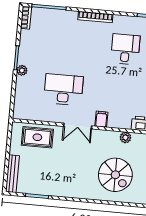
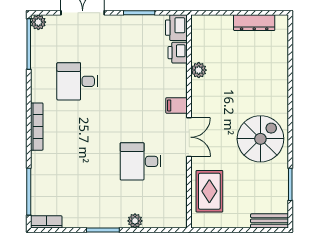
plant: (22, 70) -> (135, 221), moved
desk: (63, 90) -> (141, 161), width x0.73
bench: (12, 174) -> (270, 221), width x0.73
spiral stairs: (115, 175) -> (260, 139), moved

